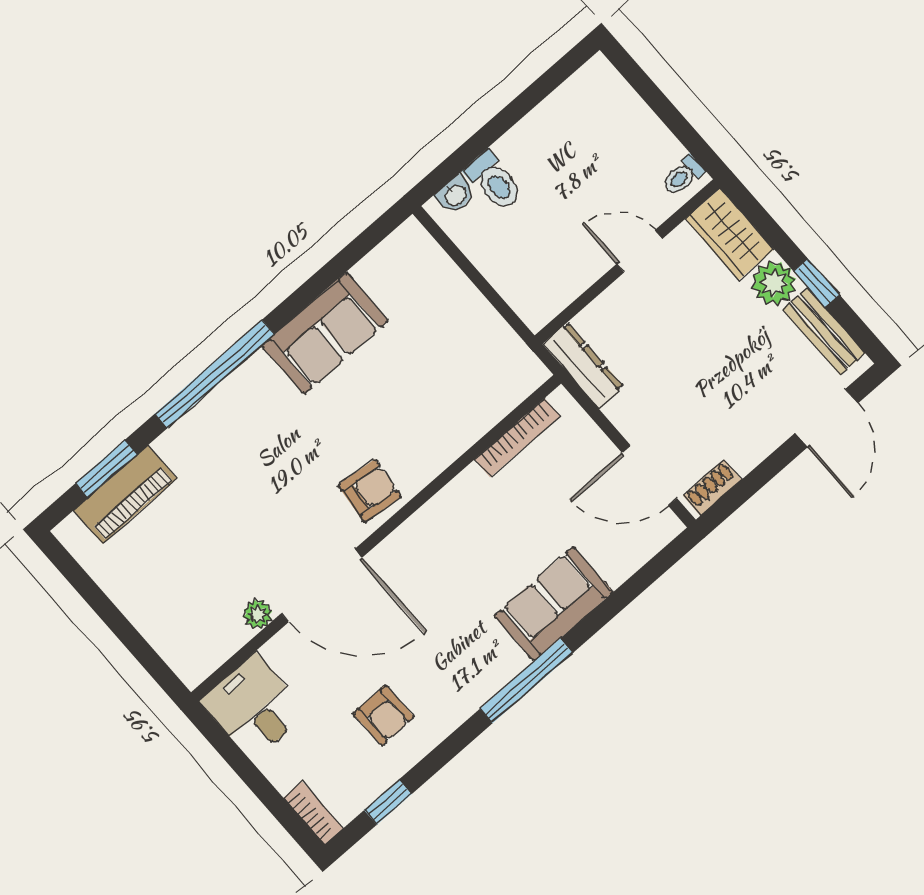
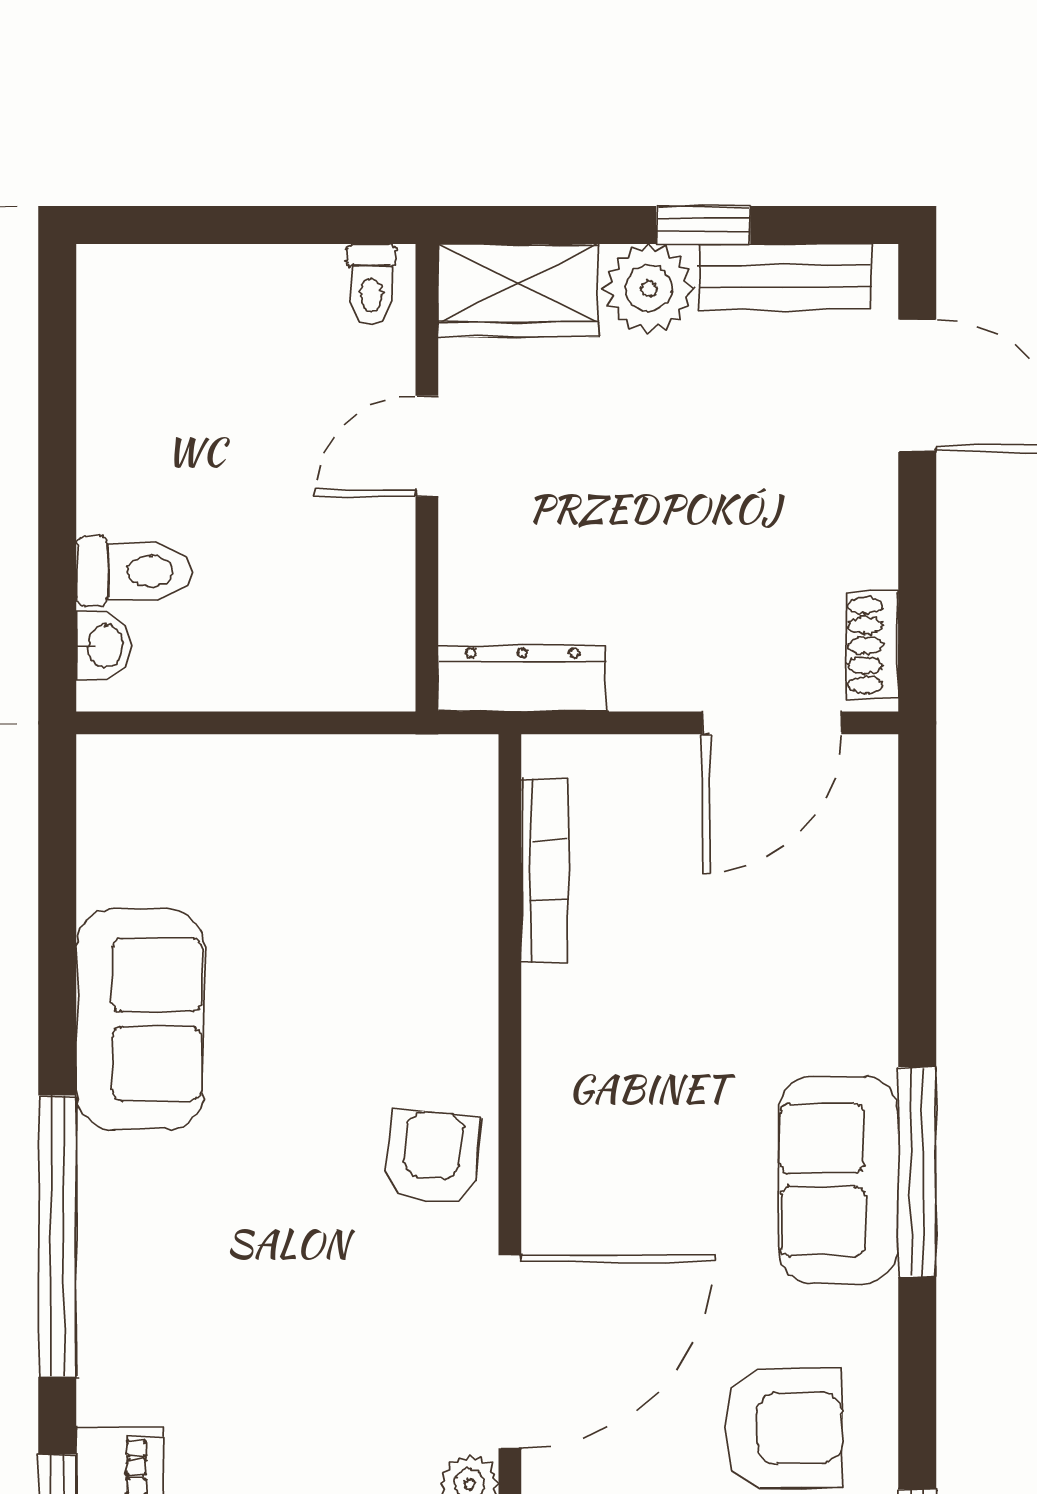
sofa: (553, 604) -> (838, 1180), moved
armchair: (384, 715) -> (783, 1428), width x1.38, depth x1.38

